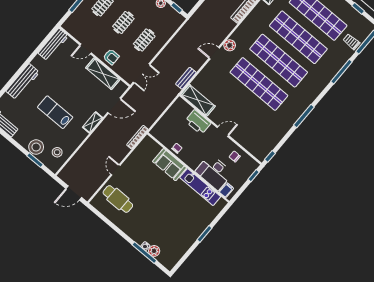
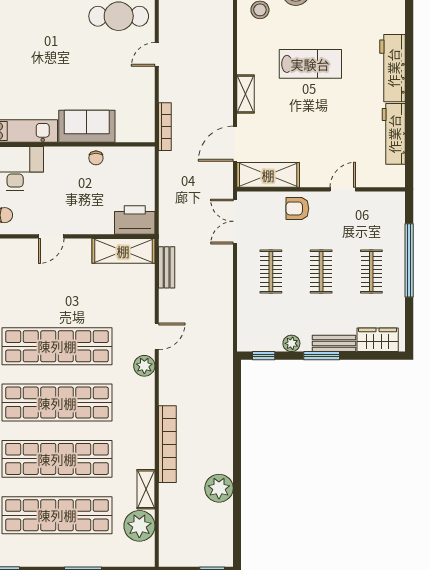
workbench: (53, 44) -> (394, 134), moved
shelving: (103, 74) -> (268, 175), moved
printer: (198, 122) -> (135, 220), moved
door: (115, 170) -> (157, 54), swing flipped

